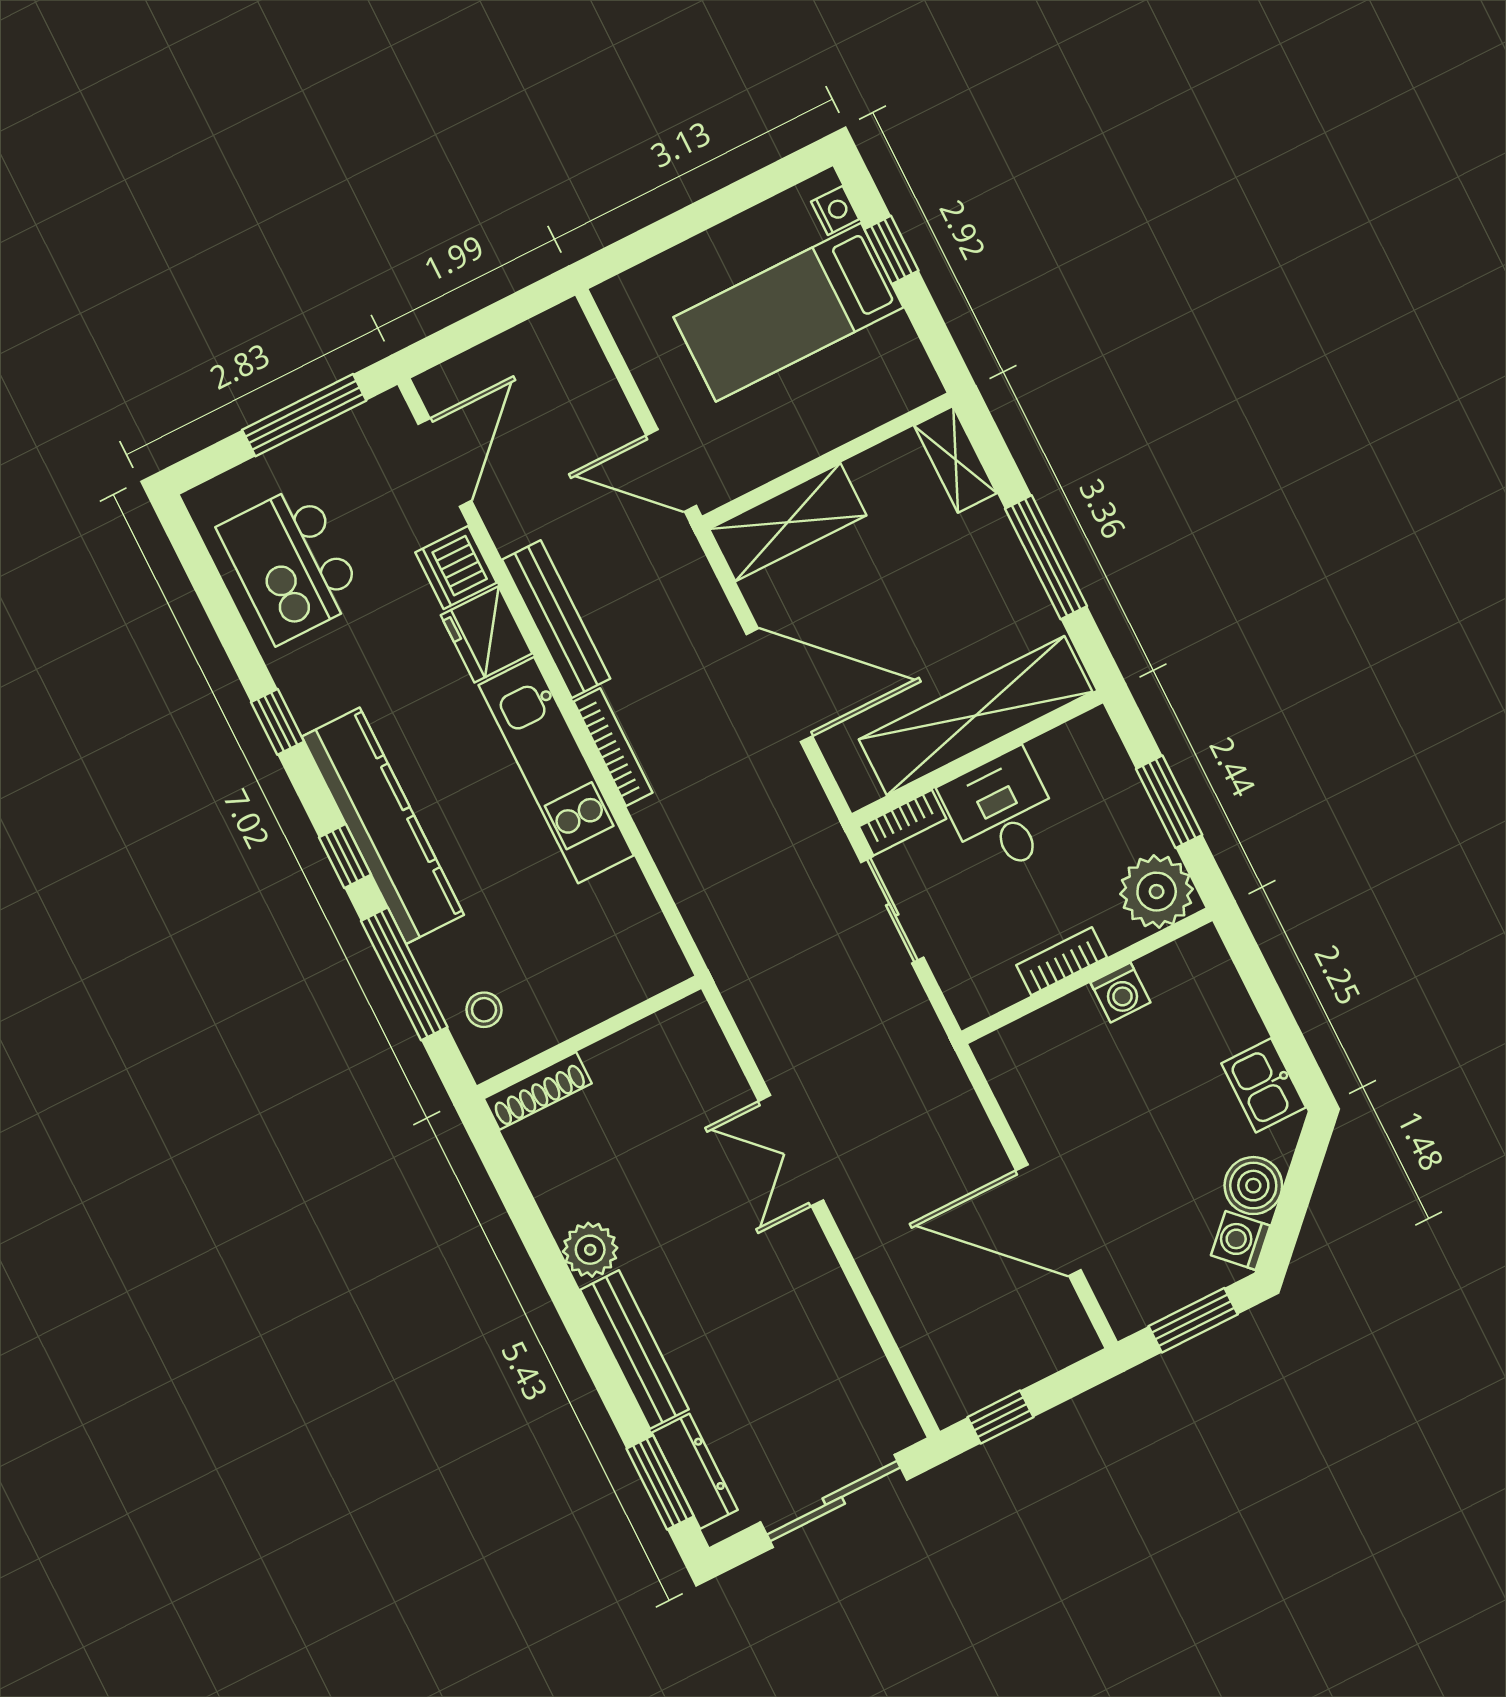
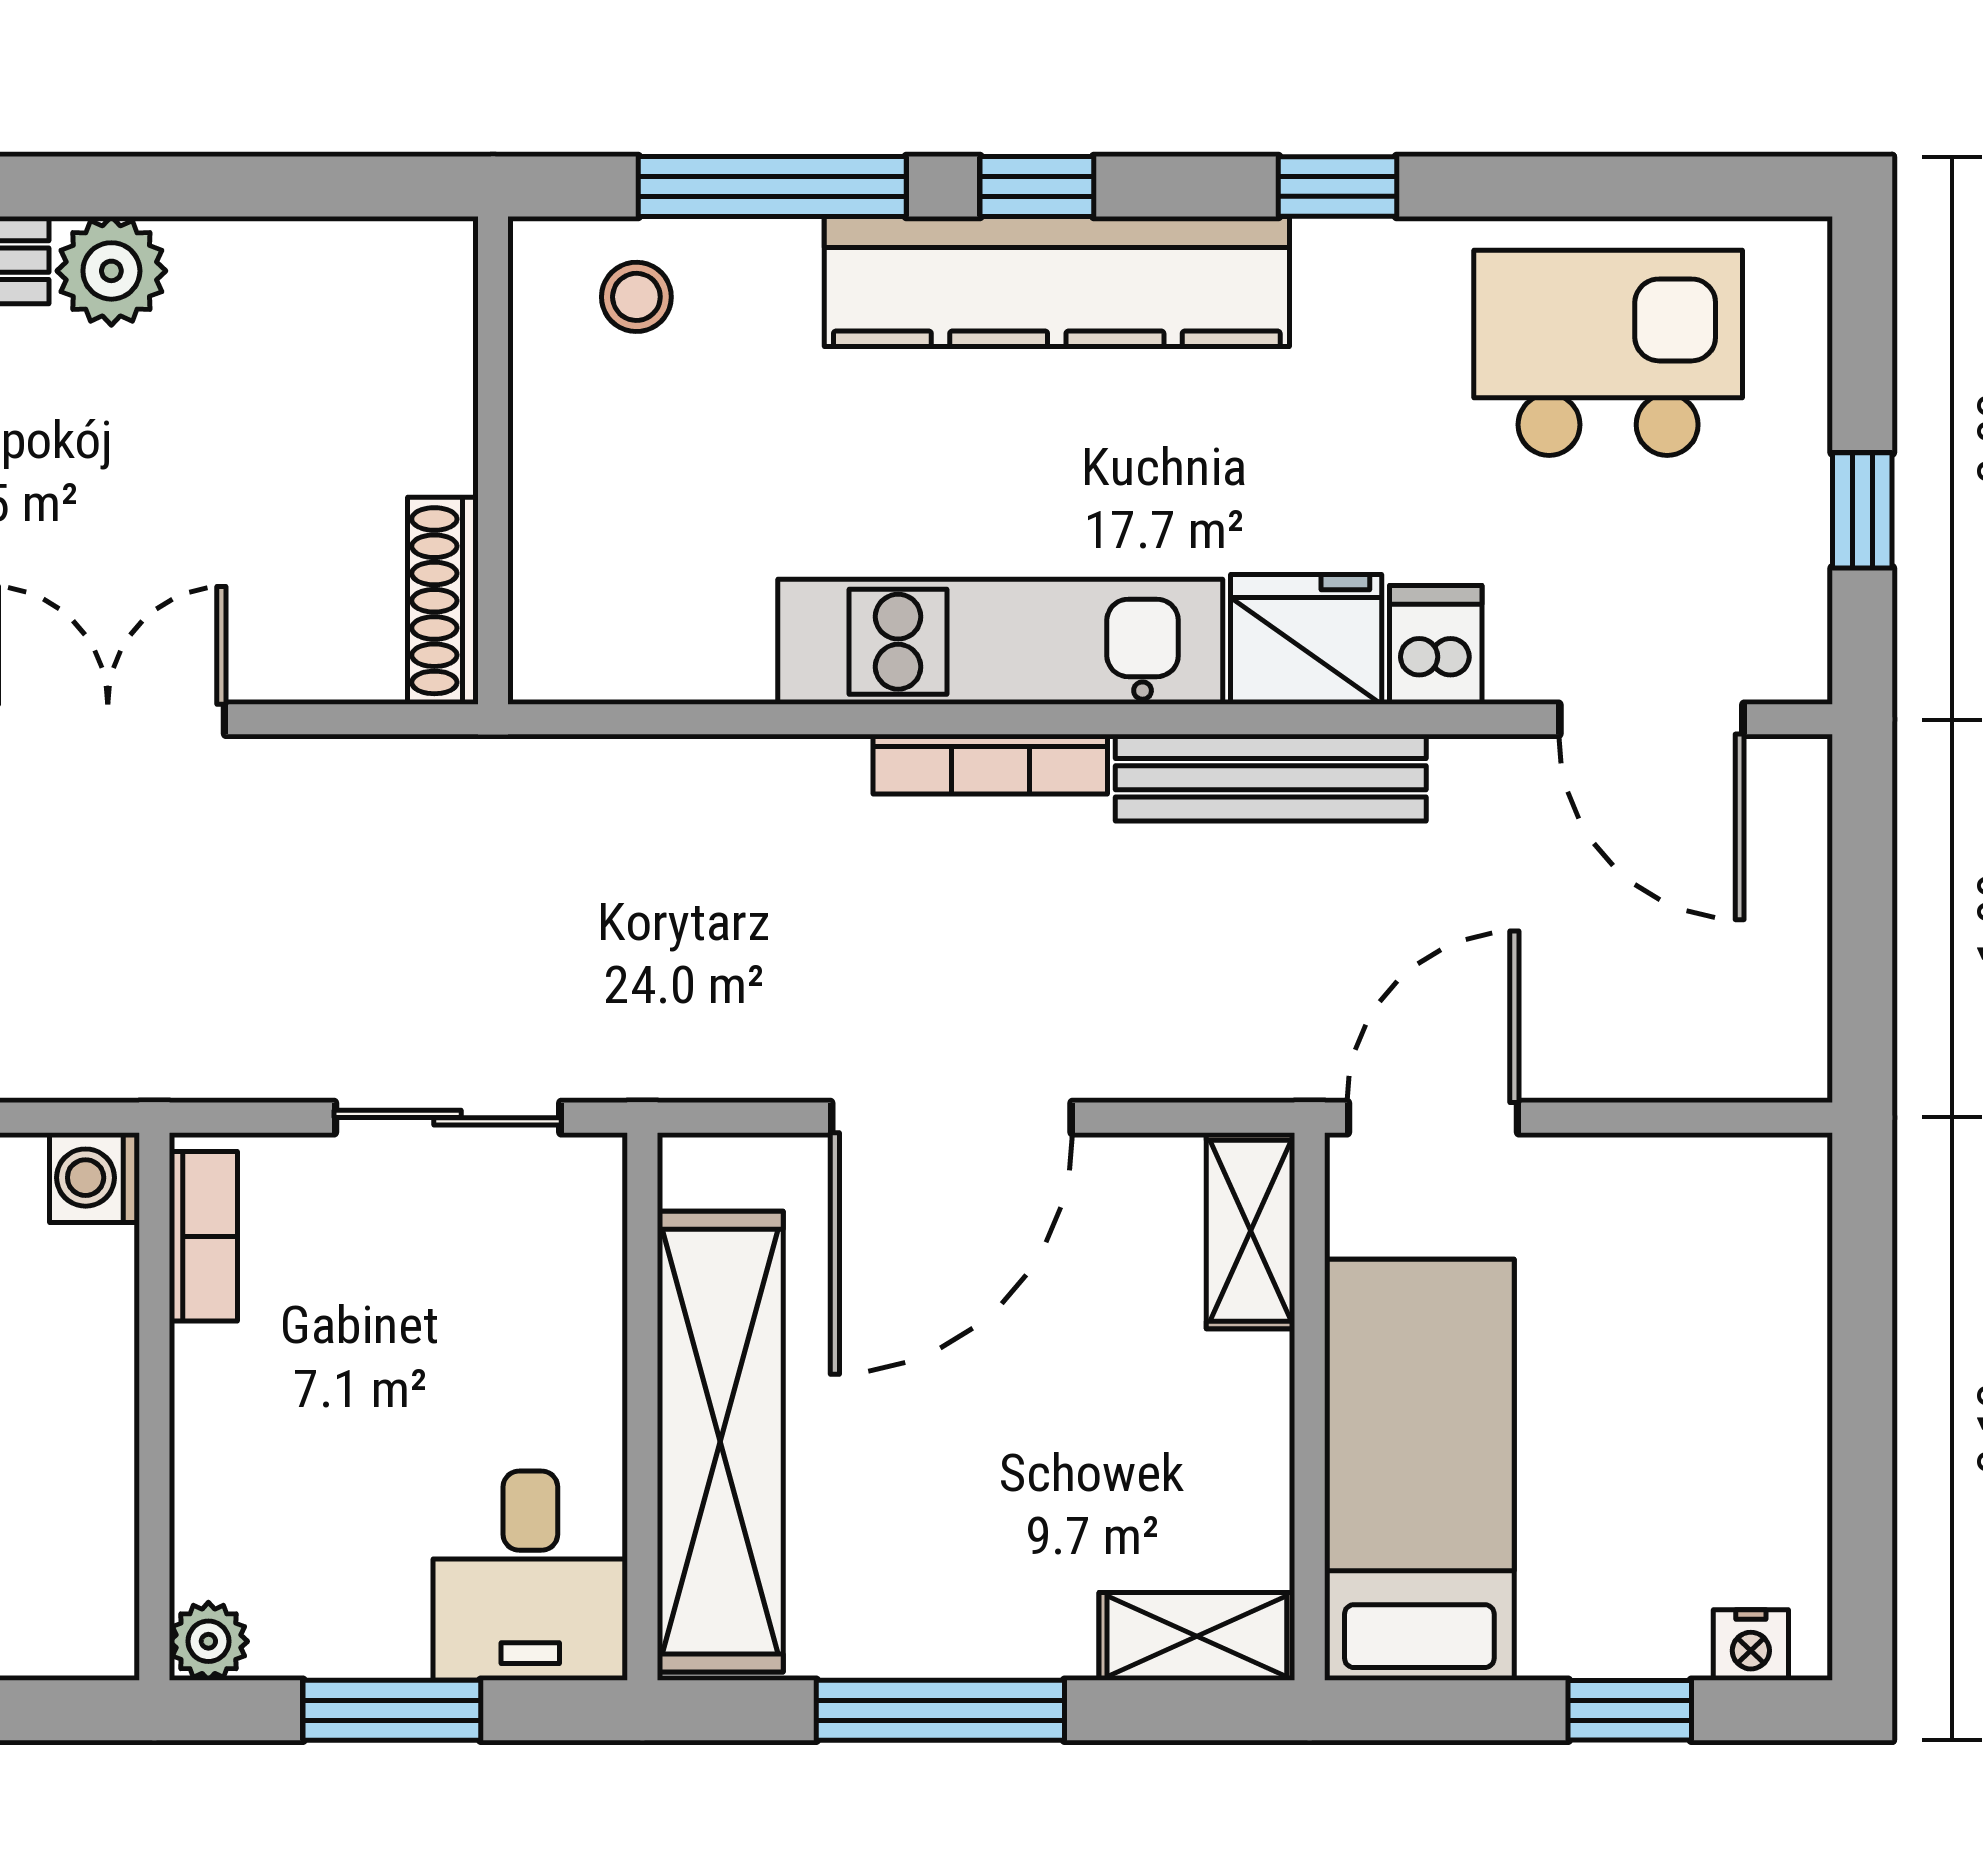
bed: (788, 312) -> (1419, 1470), moved
window: (304, 415) -> (1862, 510), width x0.46
shelving: (788, 522) -> (1251, 1231), width x0.67, depth x0.75
dishwasher: (456, 567) -> (1436, 645), width x0.73
desk: (1002, 813) -> (530, 1576), moved, turned 90
bookcase: (903, 823) -> (595, 1215), removed
plant: (1157, 892) -> (208, 1641), width x0.53, depth x0.53
bookcase: (1062, 961) -> (203, 1236), moved
washing machine: (1120, 992) -> (95, 1178), moved
shoe rack: (538, 1091) -> (443, 601), moved

